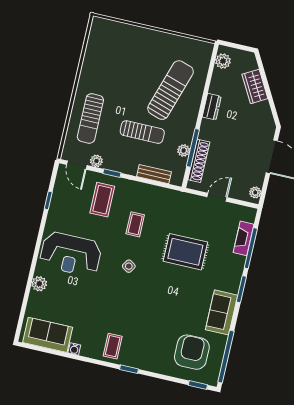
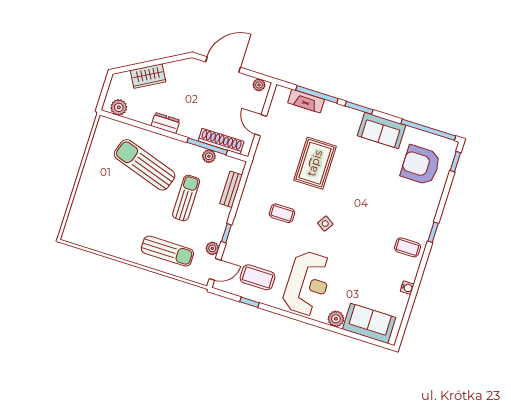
coffee table: (102, 200) -> (258, 277), moved
sofa: (48, 335) -> (369, 323), moved, turned 90

